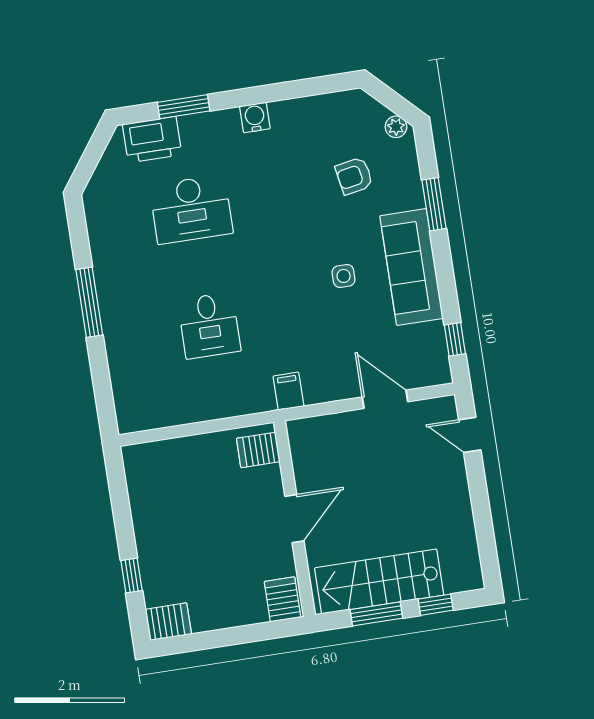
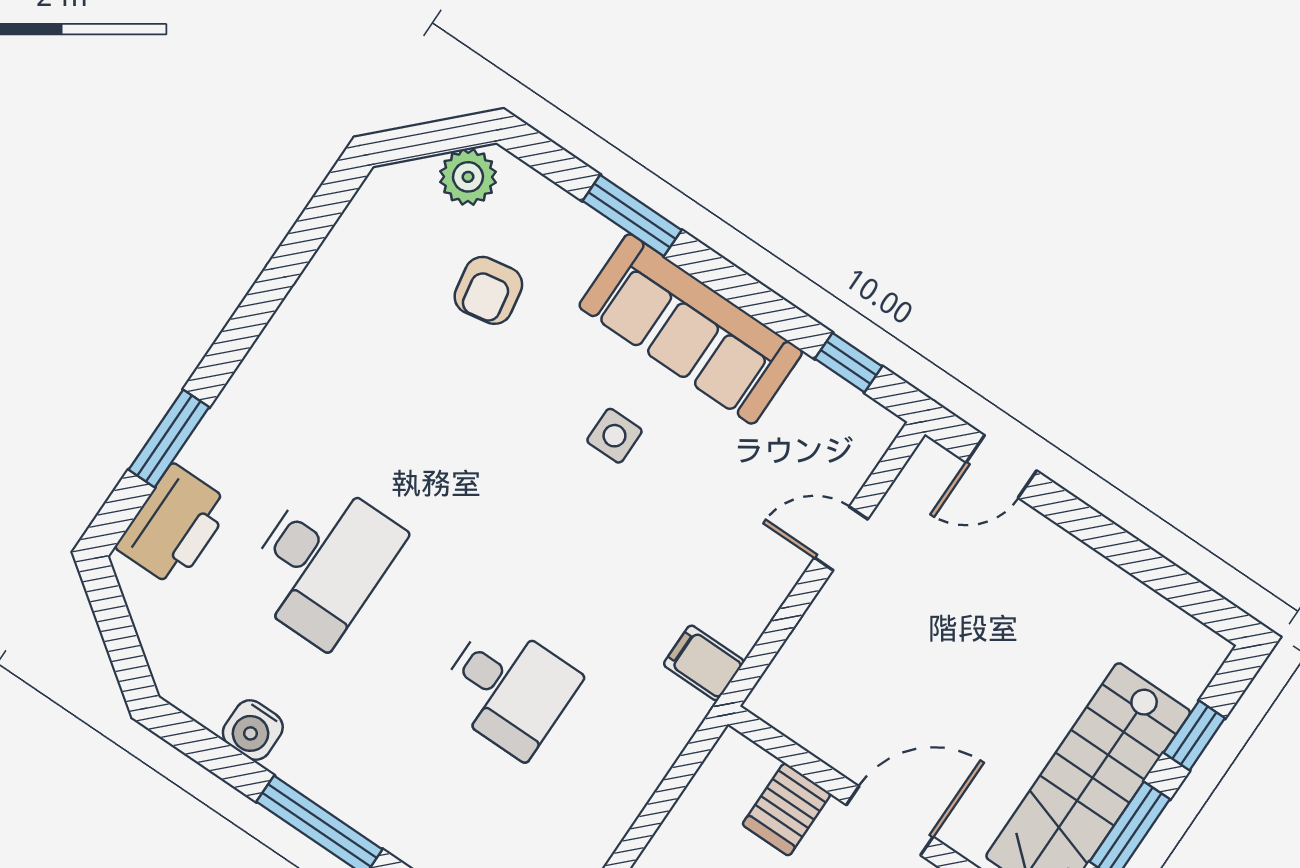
water cooler: (255, 117) -> (253, 730), moved, turned -90
plant: (396, 127) -> (468, 177), width x1.38, depth x1.38
door: (385, 399) -> (841, 538), width x0.73
server rack: (258, 450) -> (787, 809), moved
door: (294, 519) -> (890, 821), hinge flipped

